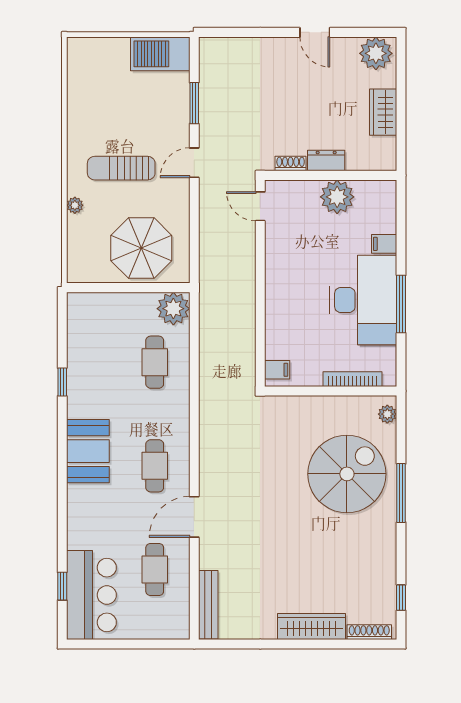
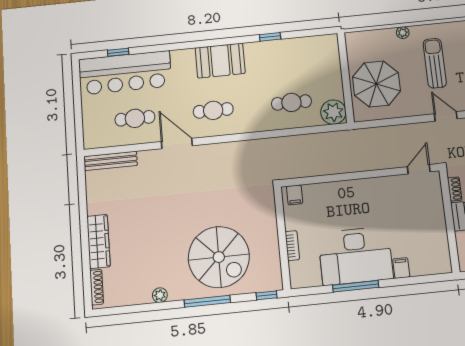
plant: (337, 197) -> (433, 228), removed
bookcase: (352, 379) -> (292, 246), width x0.64
plant: (387, 414) -> (160, 295), moved
bar counter: (91, 595) -> (125, 73), width x1.36
window: (401, 598) -> (267, 295), moved

